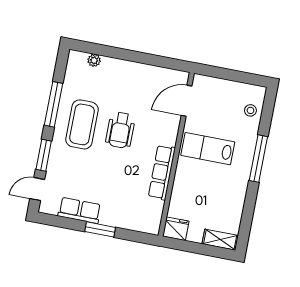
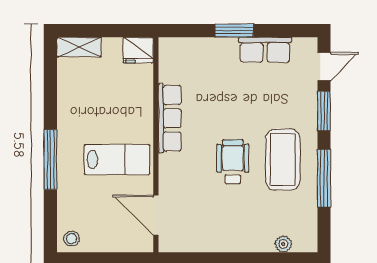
door: (187, 101) -> (156, 215), swing flipped
stool: (250, 110) -> (71, 239), moved

